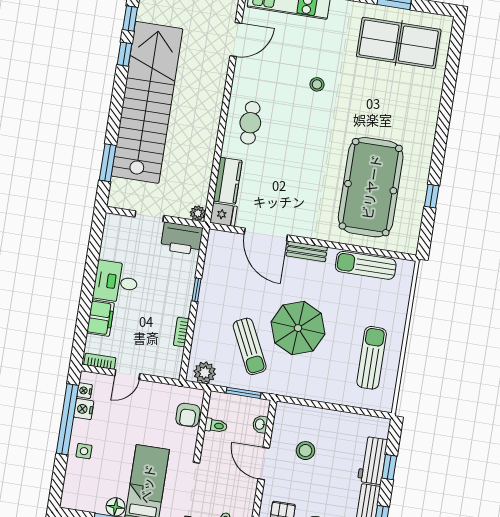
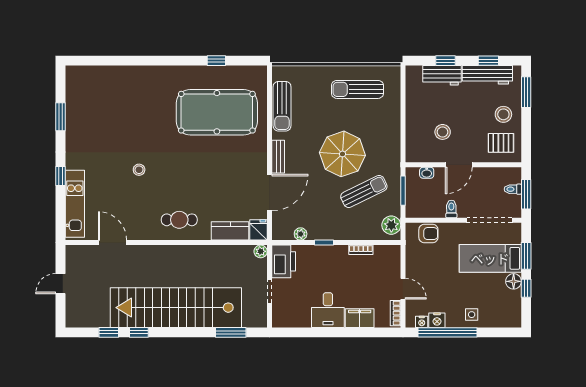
table tennis table: (399, 43) -> (94, 108), removed
plant: (211, 264) -> (301, 234), added
toilet: (216, 426) -> (451, 209), moved

